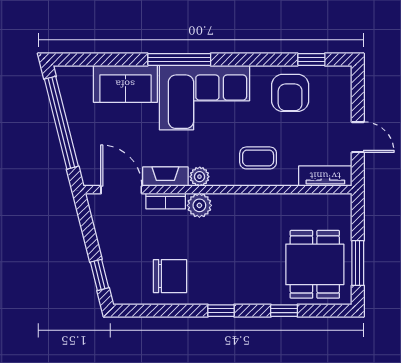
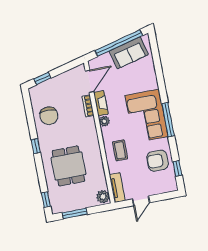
window: (179, 60) -> (168, 120), moved
sofa: (125, 84) -> (129, 53), moved, turned -104
plant: (199, 205) -> (103, 197), moved
dining table: (315, 264) -> (68, 166), moved, turned 90
window: (284, 311) -> (46, 200), moved

